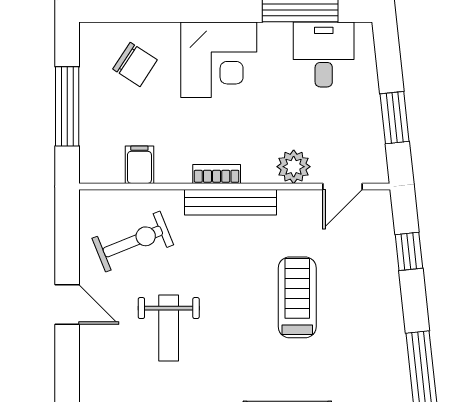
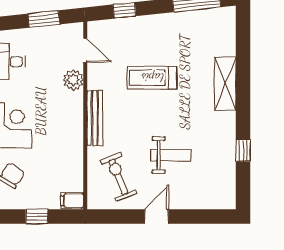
window: (67, 106) -> (37, 216), width x0.46
filing cabinet: (139, 165) -> (72, 201), moved
bookcase: (217, 174) -> (78, 126), removed

